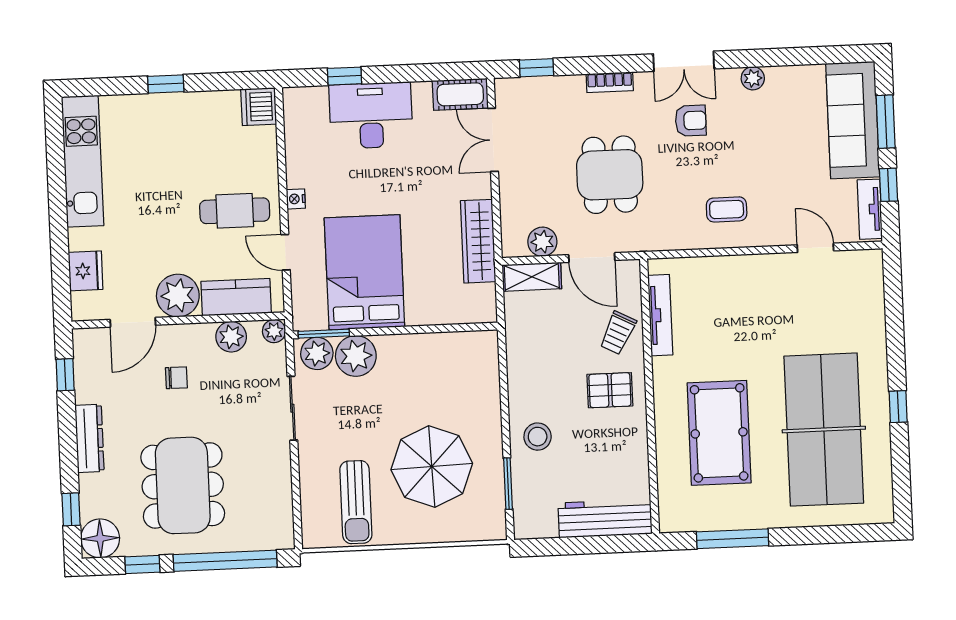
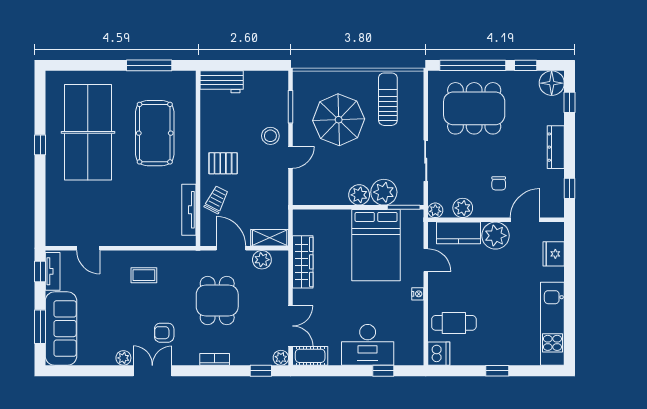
double door: (684, 61) -> (152, 371), moved
plant: (506, 89) -> (281, 358), added
window: (888, 185) -> (40, 271), moved
cafe table: (235, 211) -> (454, 323), moved
plant: (317, 353) -> (359, 195), moved
chair: (176, 378) -> (499, 183), turned -90
door: (505, 404) -> (291, 157), added
dining table: (183, 485) -> (474, 108), moved, turned 90
workbench: (605, 518) -> (222, 82), width x0.73

